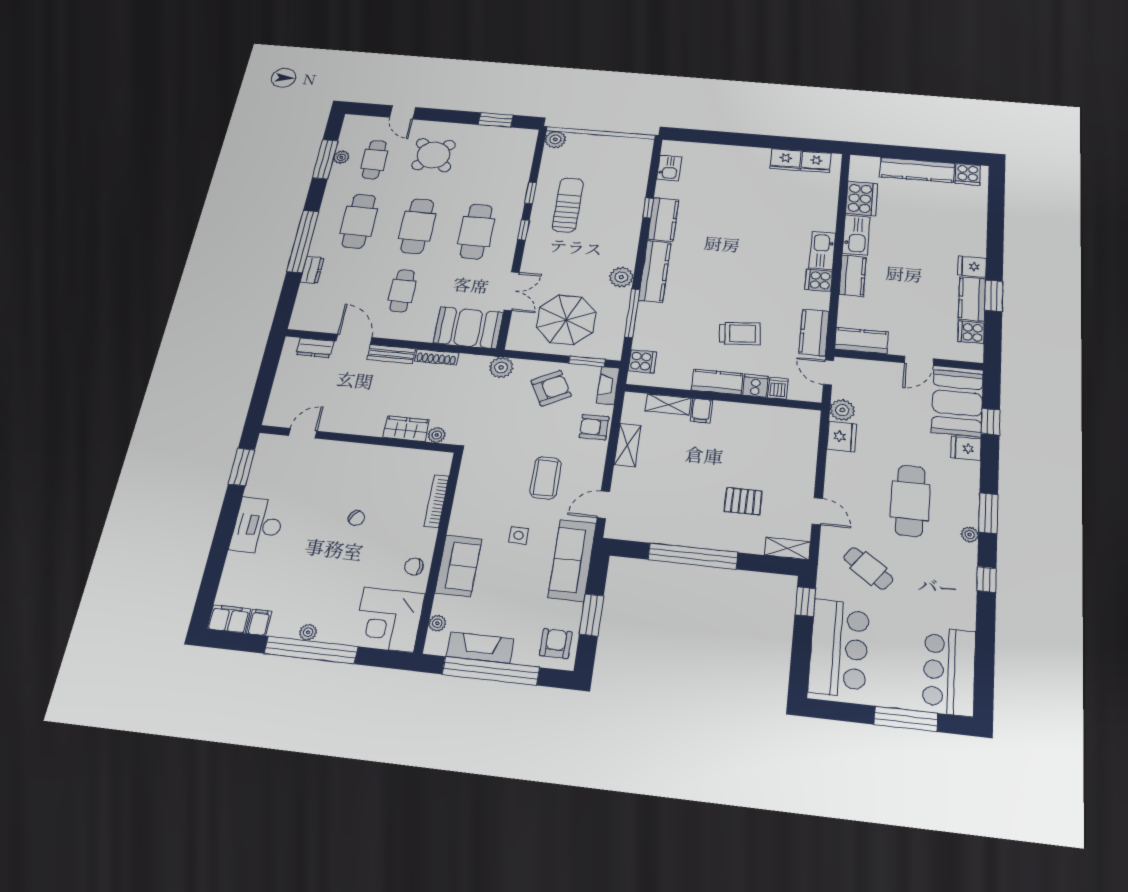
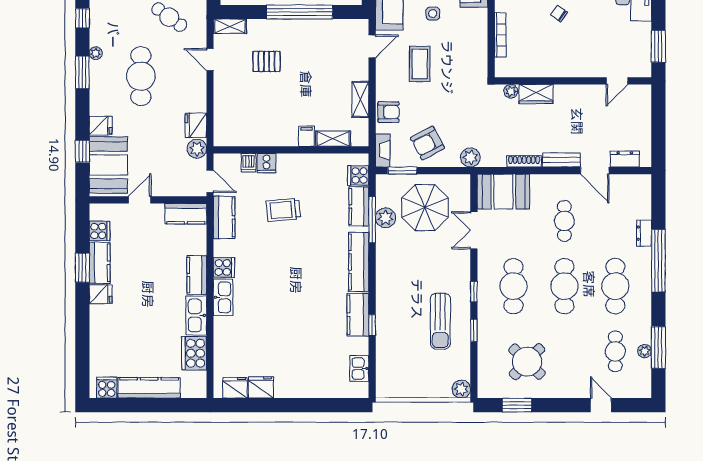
round table: (434, 155) -> (527, 362), moved
plant: (621, 277) -> (386, 218), moved
kitchen counter: (717, 382) -> (359, 206), moved, turned 90

